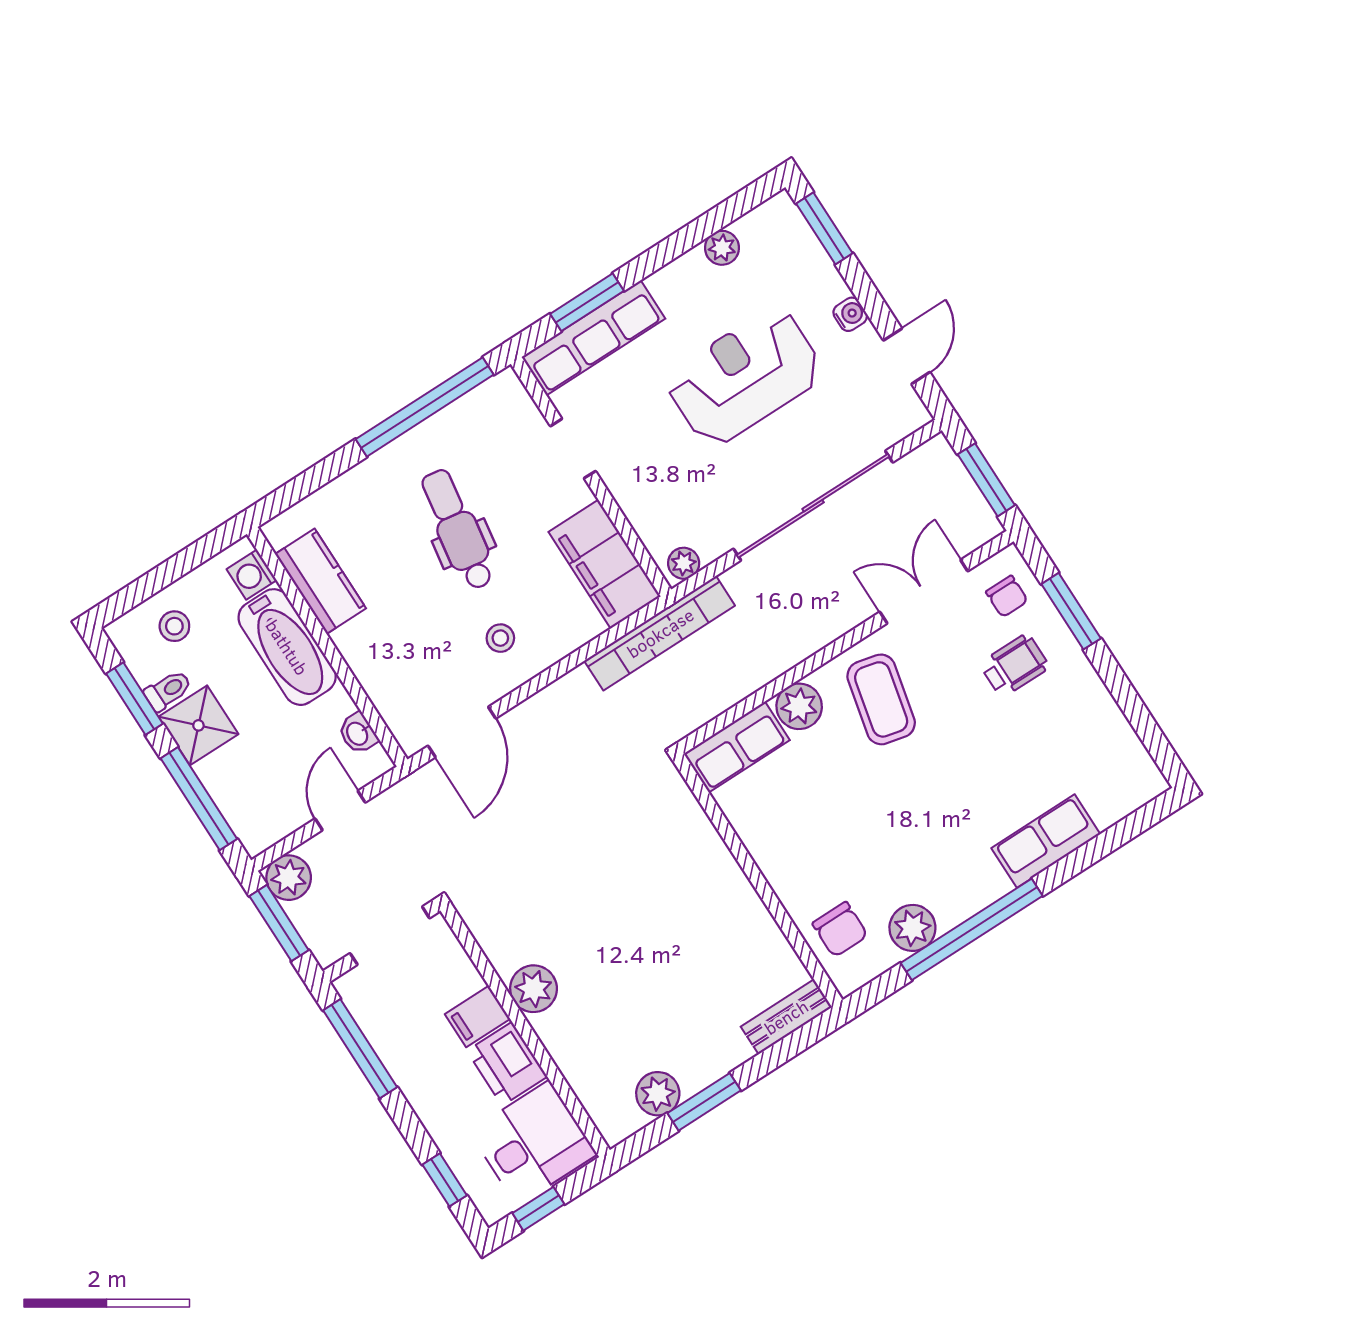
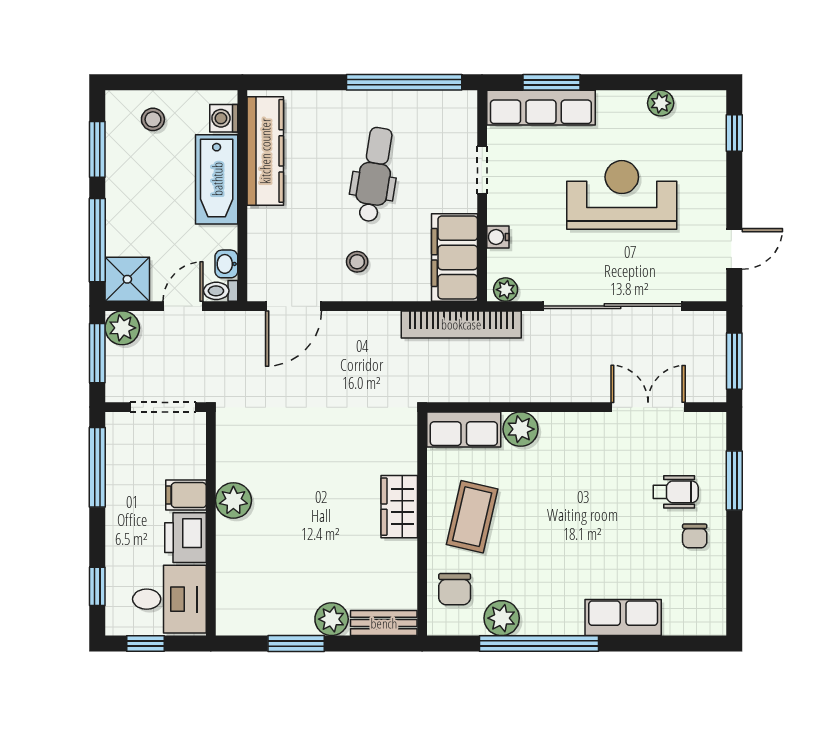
window: (824, 228) -> (734, 133), width x0.67
water cooler: (850, 314) -> (498, 237), moved, turned 180
kitchen counter: (320, 581) -> (265, 151), width x1.50
chair: (1007, 596) -> (695, 536), moved
toilet: (168, 690) -> (221, 291), moved, turned 180
coffee table: (881, 699) -> (472, 517), moved
shower: (198, 725) -> (127, 279), moved
wardrobe: (721, 878) -> (399, 507), added
plant: (658, 1094) -> (332, 619), moved

